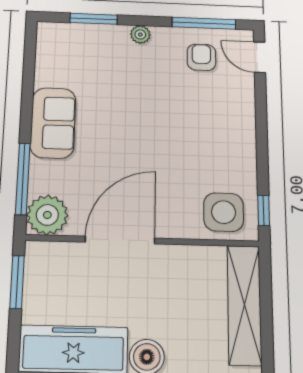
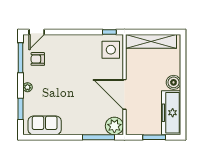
sofa: (53, 123) -> (45, 125), moved
window: (17, 282) -> (154, 137), moved

